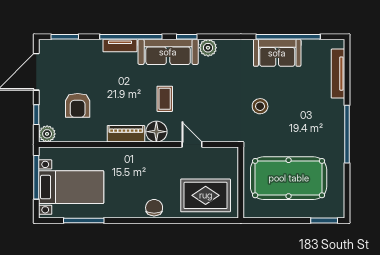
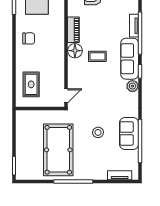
tv unit: (338, 74) -> (120, 175), width x0.71
stool: (260, 106) -> (98, 132), moved
door: (192, 145) -> (66, 96), moved
pool table: (289, 178) -> (58, 150), moved
rug: (206, 195) -> (31, 84), width x0.73, depth x0.70
chair: (154, 208) -> (29, 38), moved

